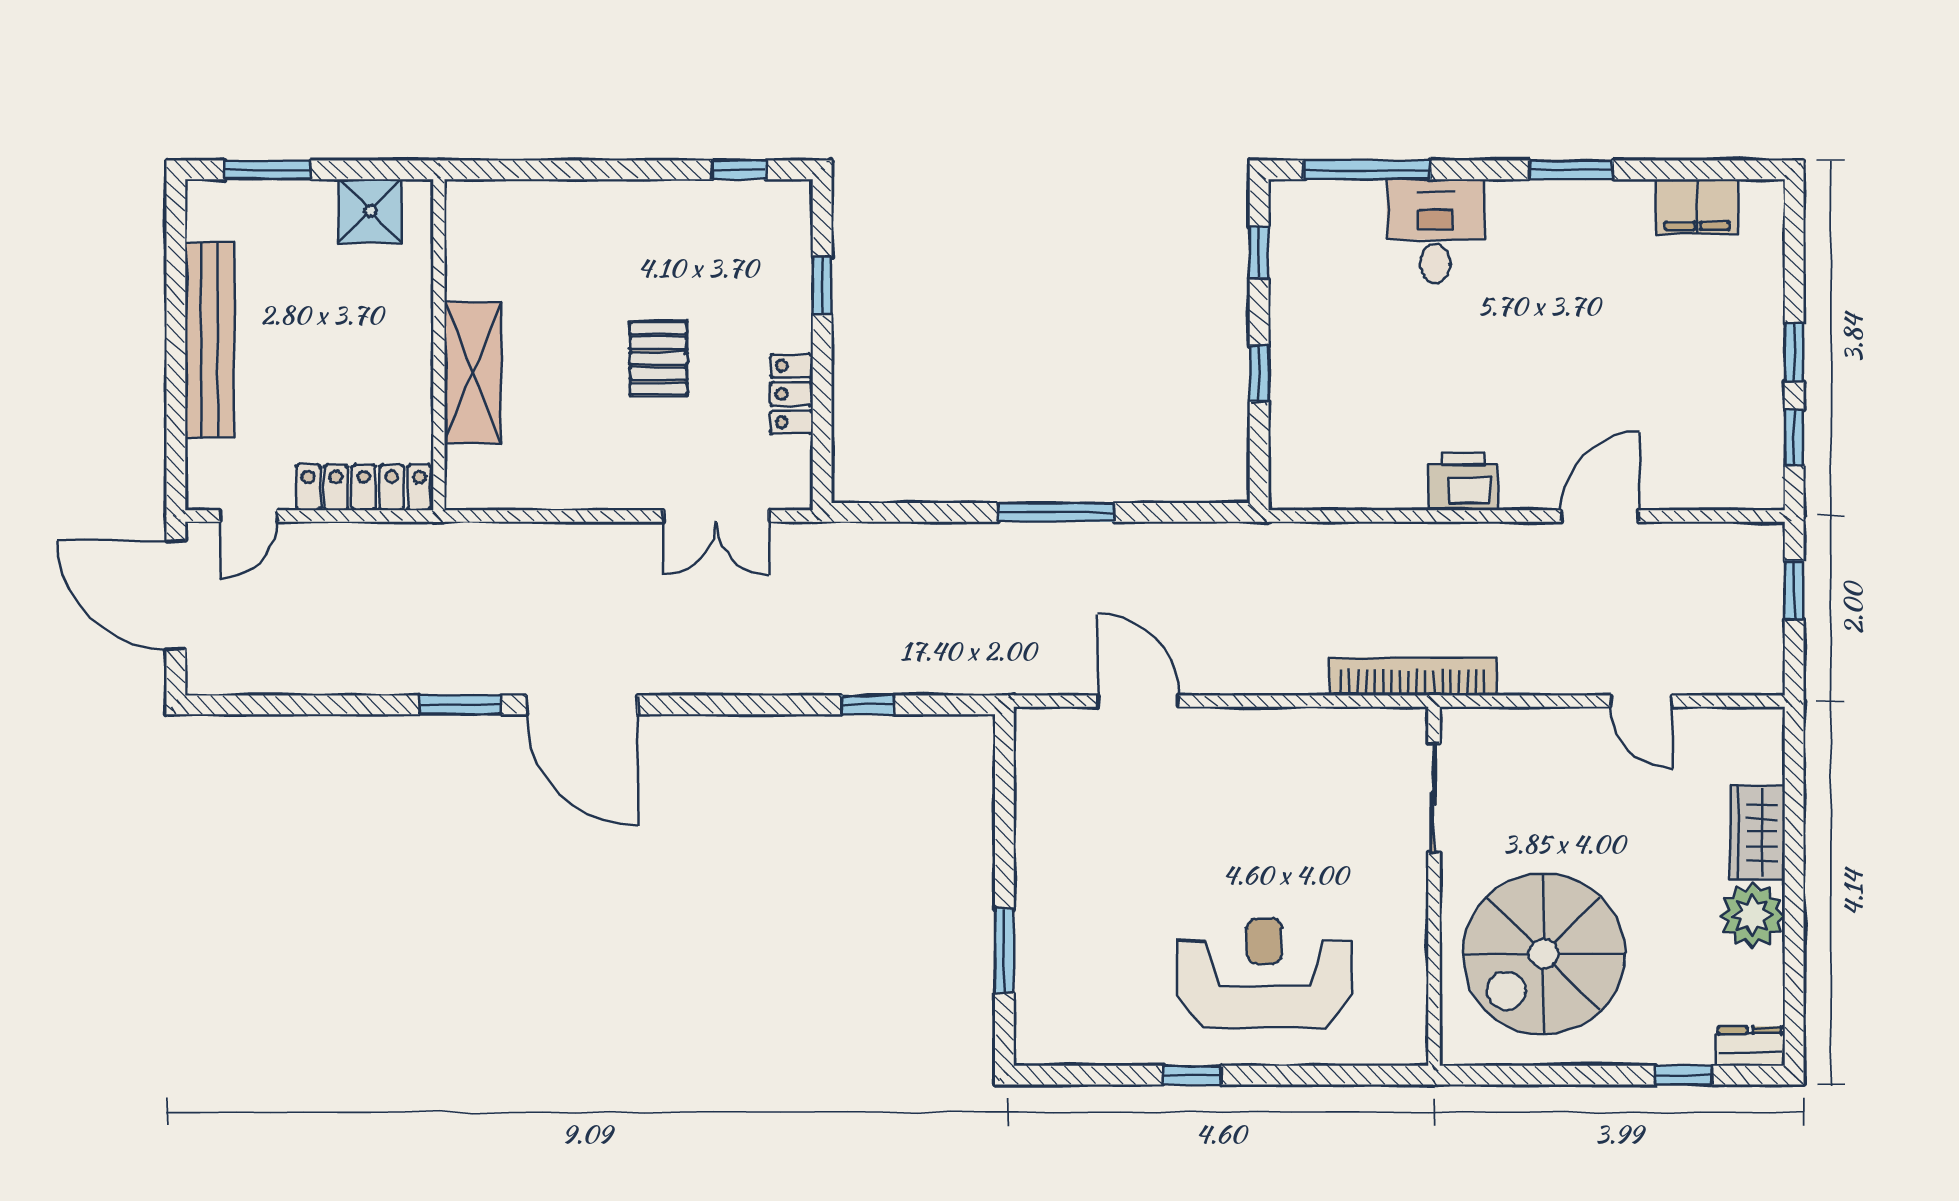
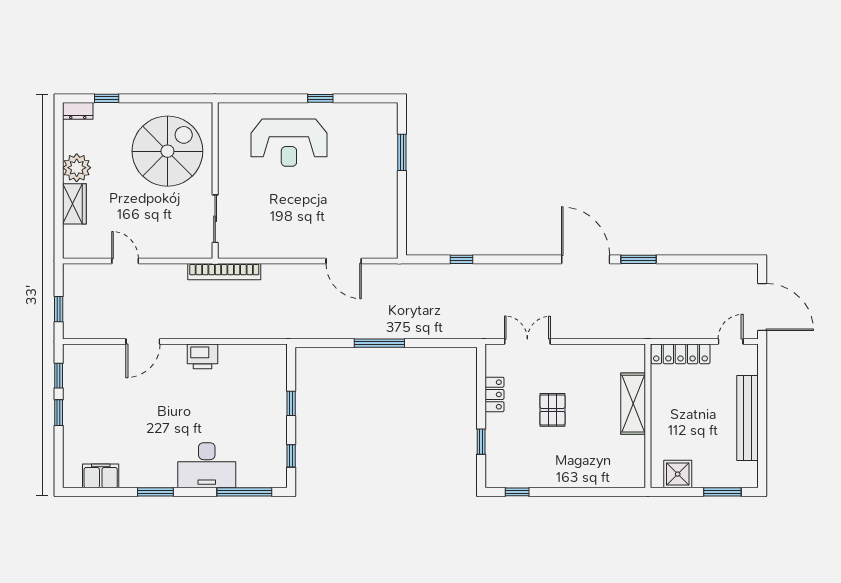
desk: (1435, 231) -> (207, 465), width x1.37

